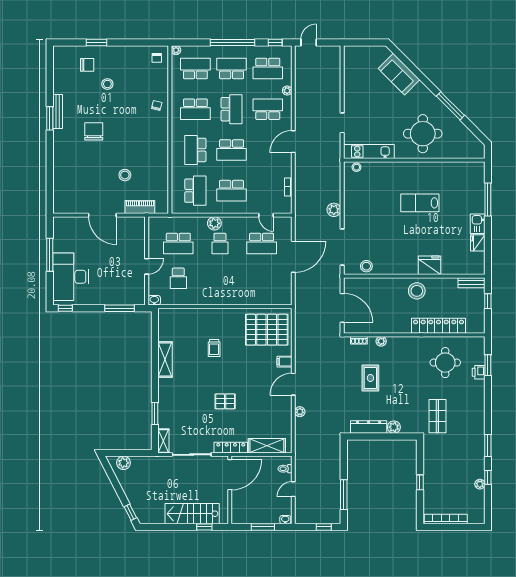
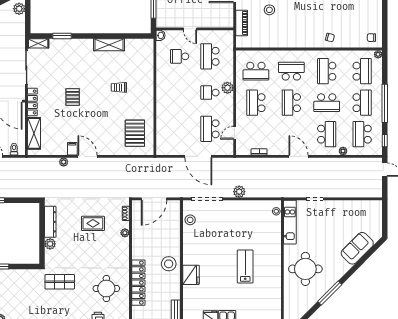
pallet: (267, 330) -> (135, 133), width x0.73, depth x0.71
filing cabinet: (285, 362) -> (72, 149), moved

